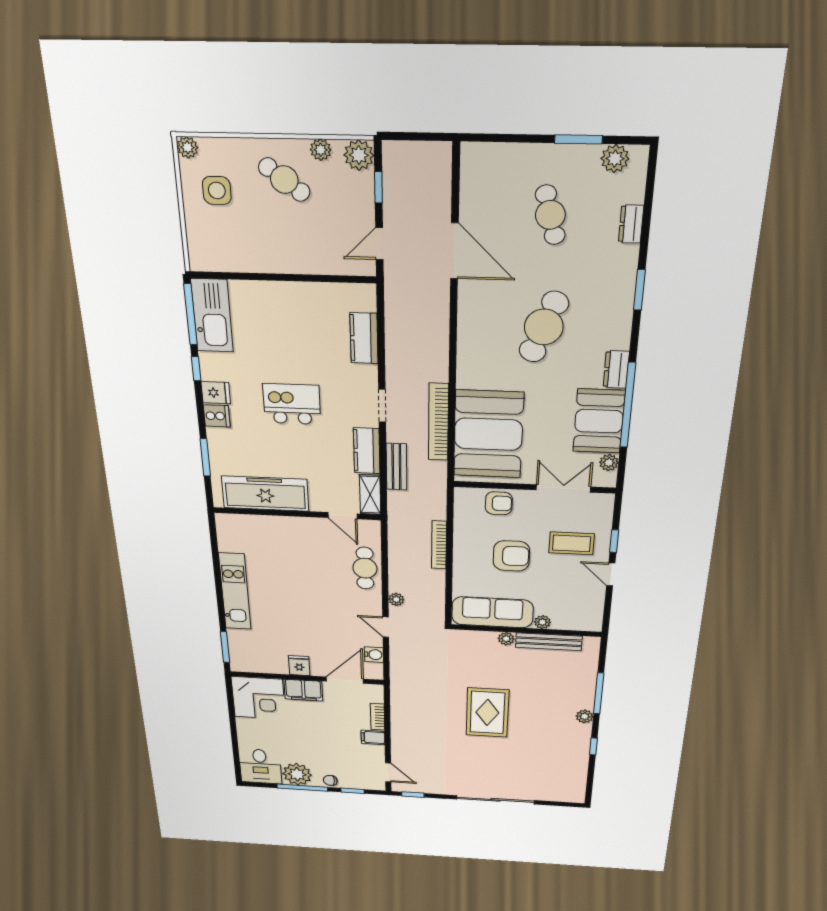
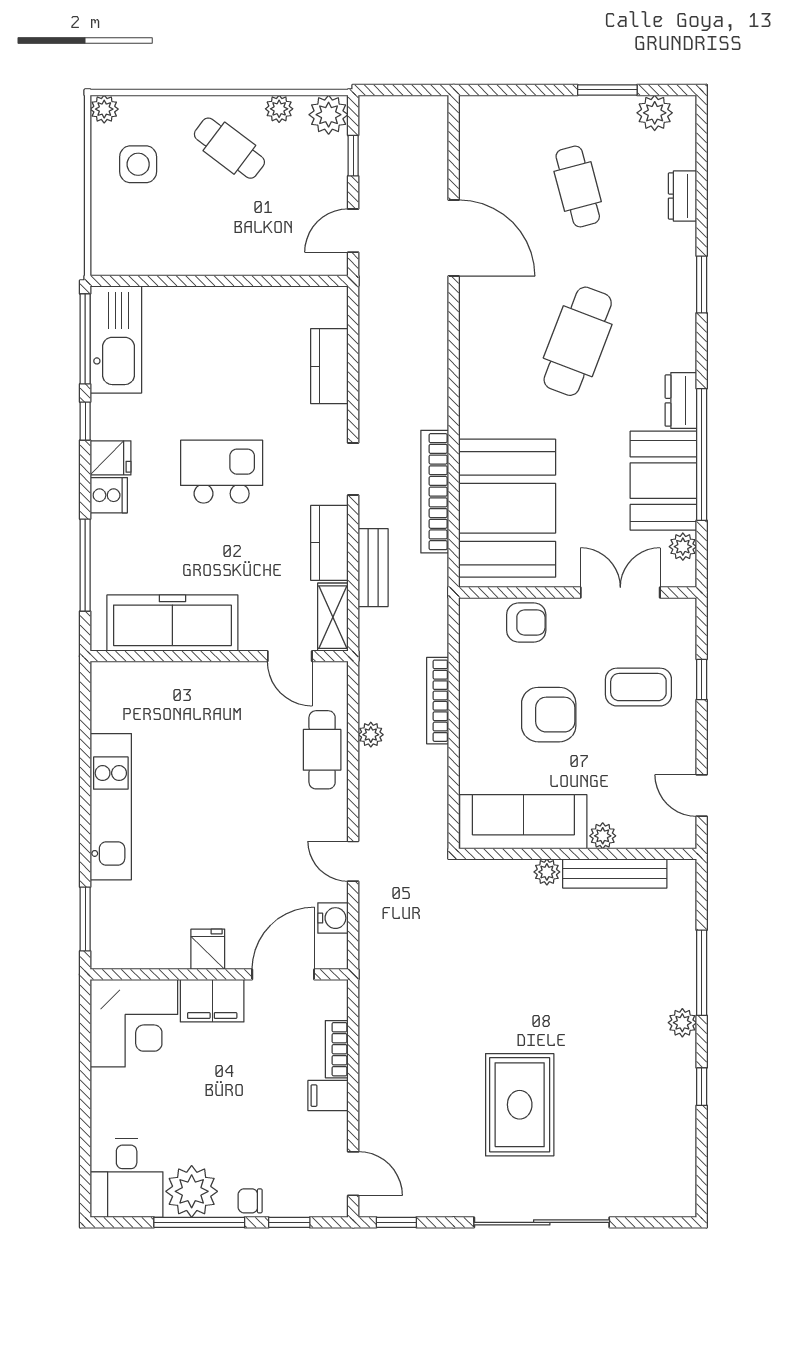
window: (205, 457) -> (85, 565), width x1.44
door: (611, 574) -> (702, 796), moved
plant: (396, 599) -> (371, 735), moved
rug: (487, 713) -> (520, 1105), moved

